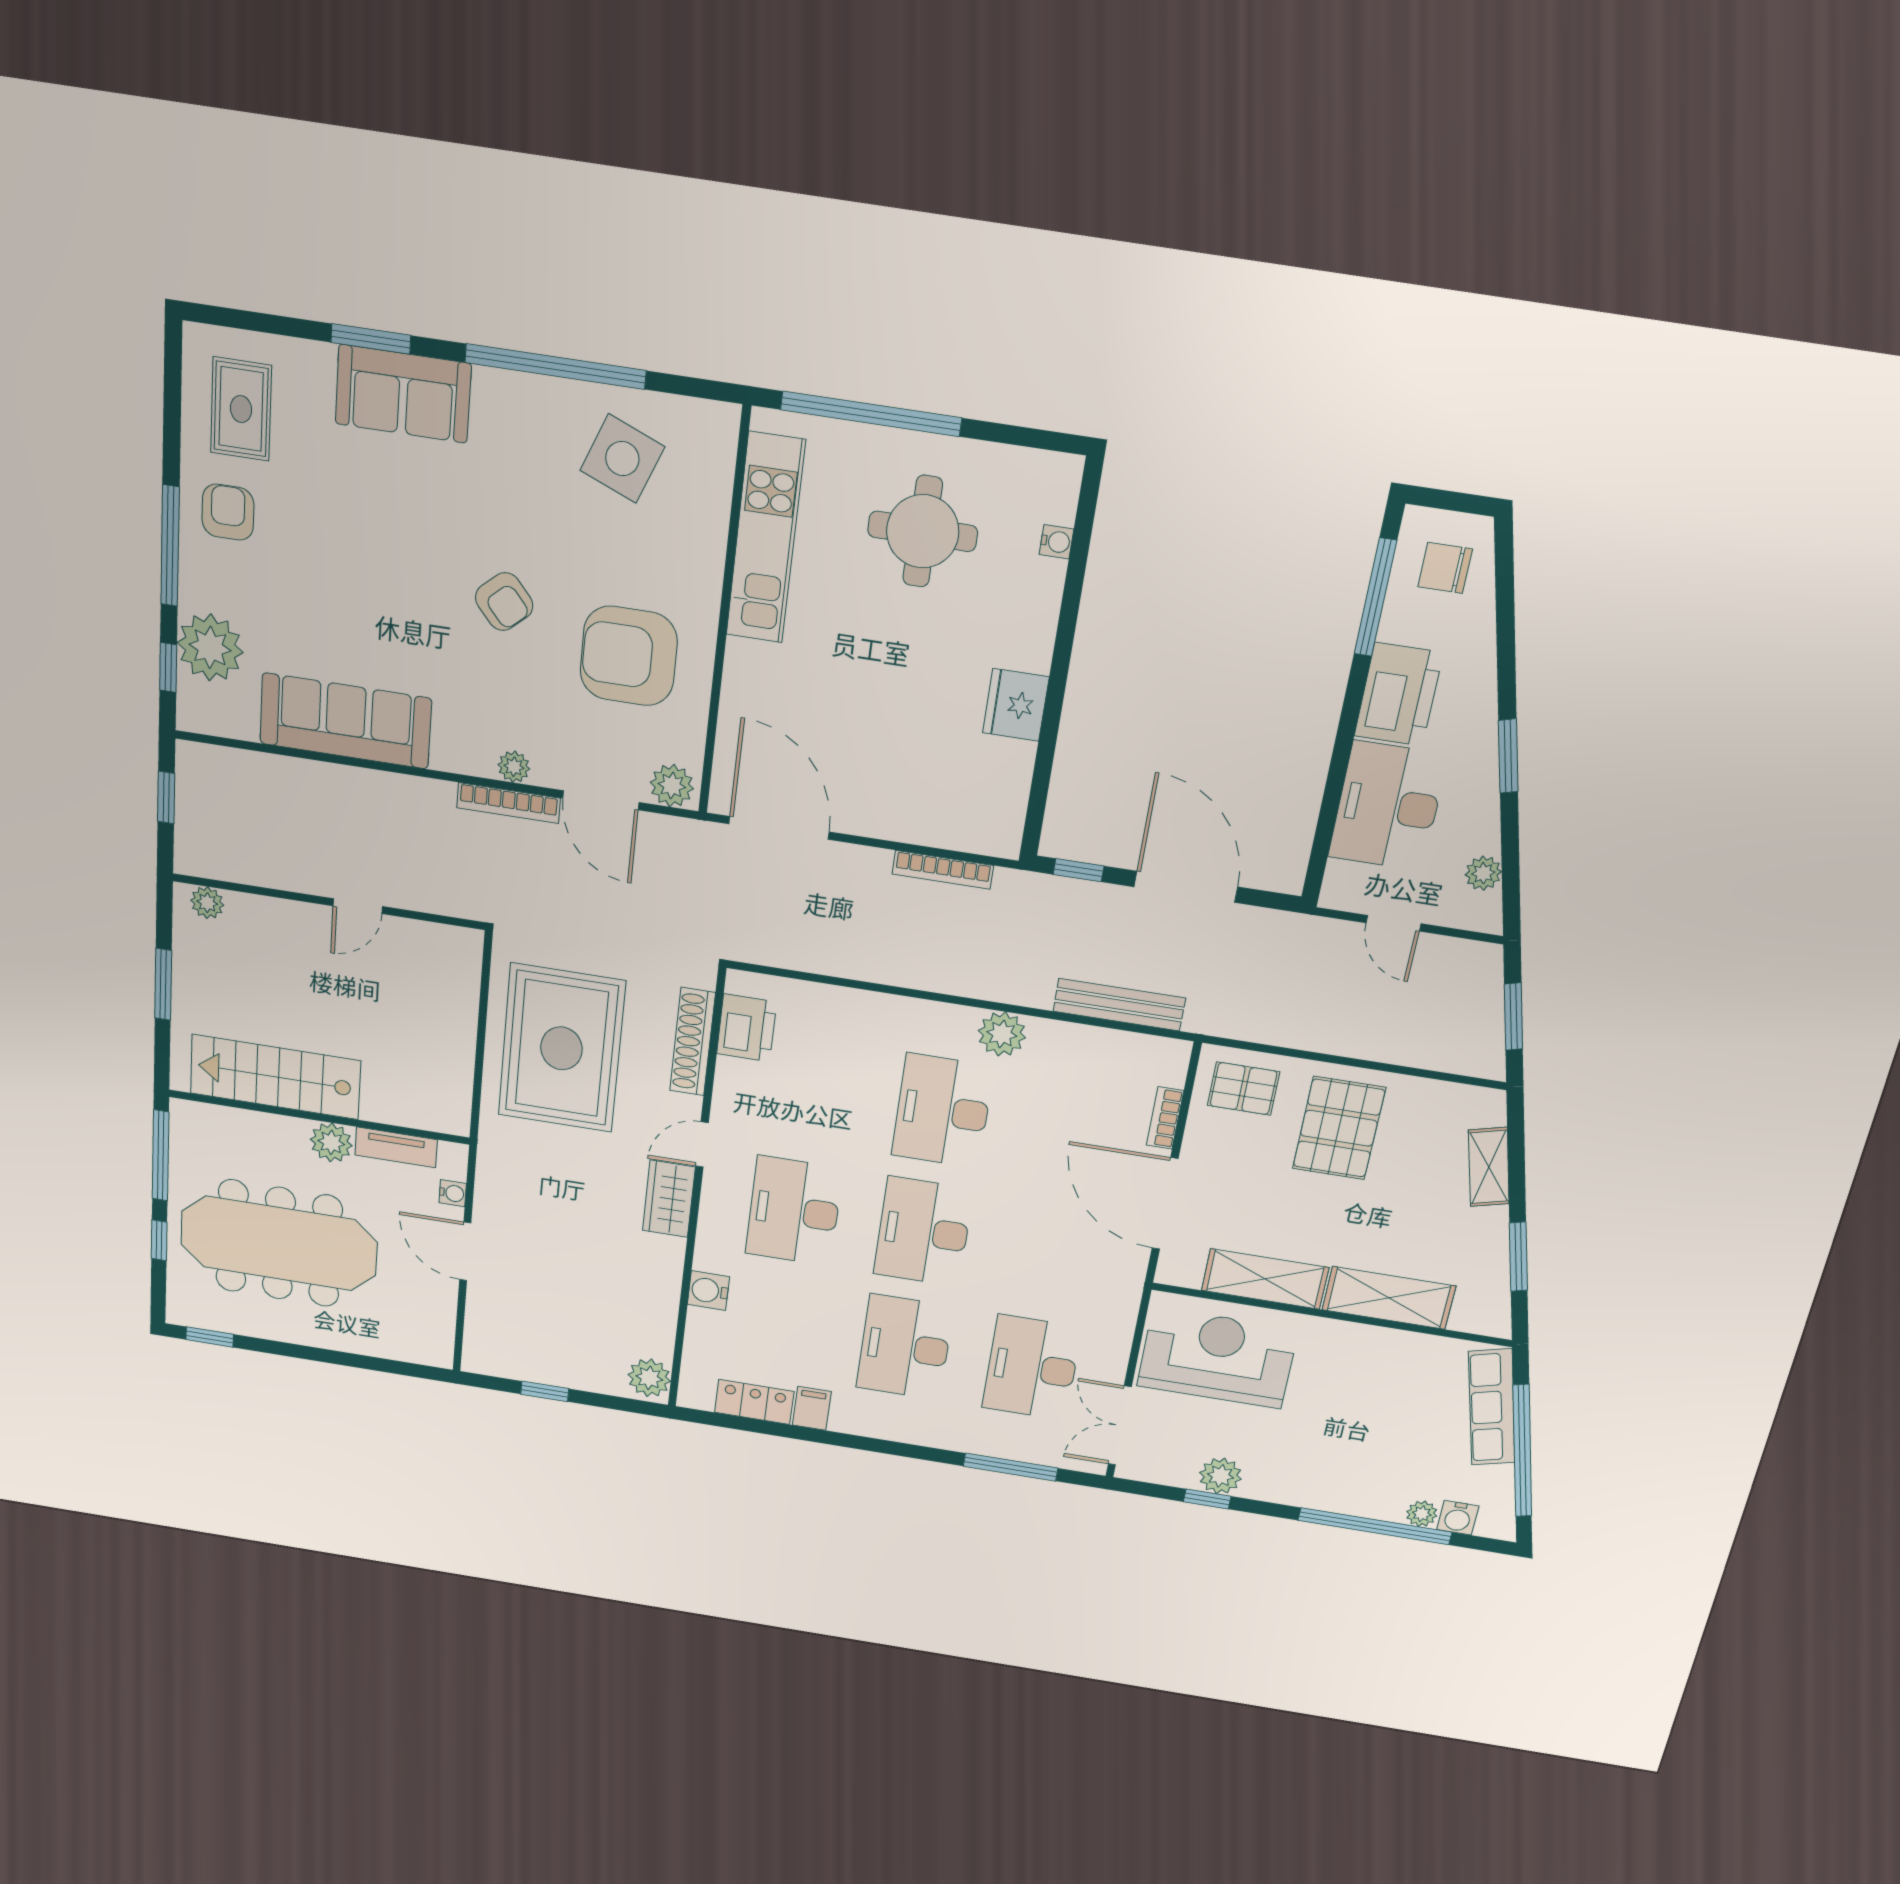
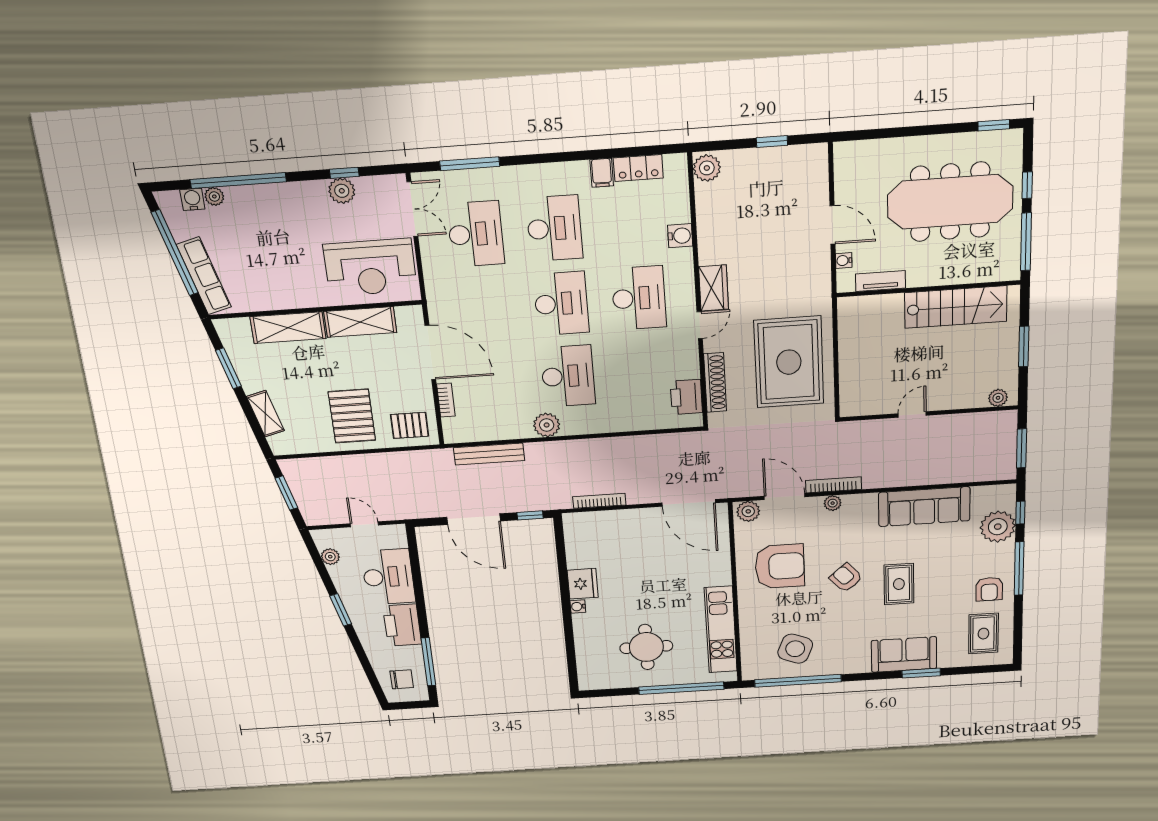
window: (555, 367) -> (798, 681), moved
water cooler: (1057, 542) -> (578, 607), moved
rug: (403, 564) -> (899, 584), added
window: (166, 798) -> (1022, 448), width x1.50
plant: (331, 1142) -> (920, 275), removed

